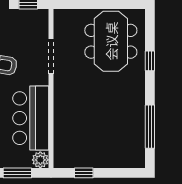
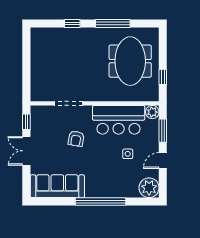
meeting table: (111, 41) -> (130, 61), moved, turned 90
window: (150, 127) -> (113, 24), moved

